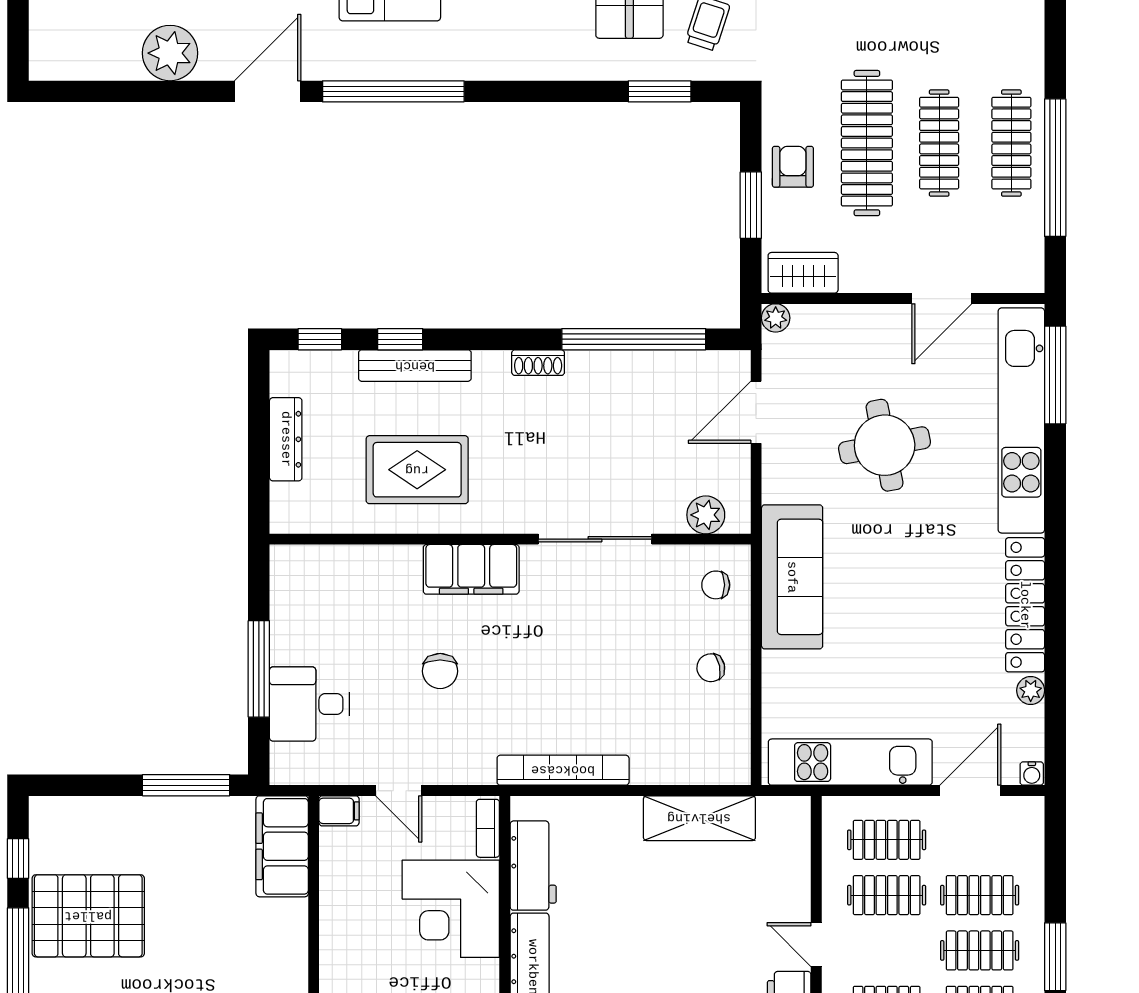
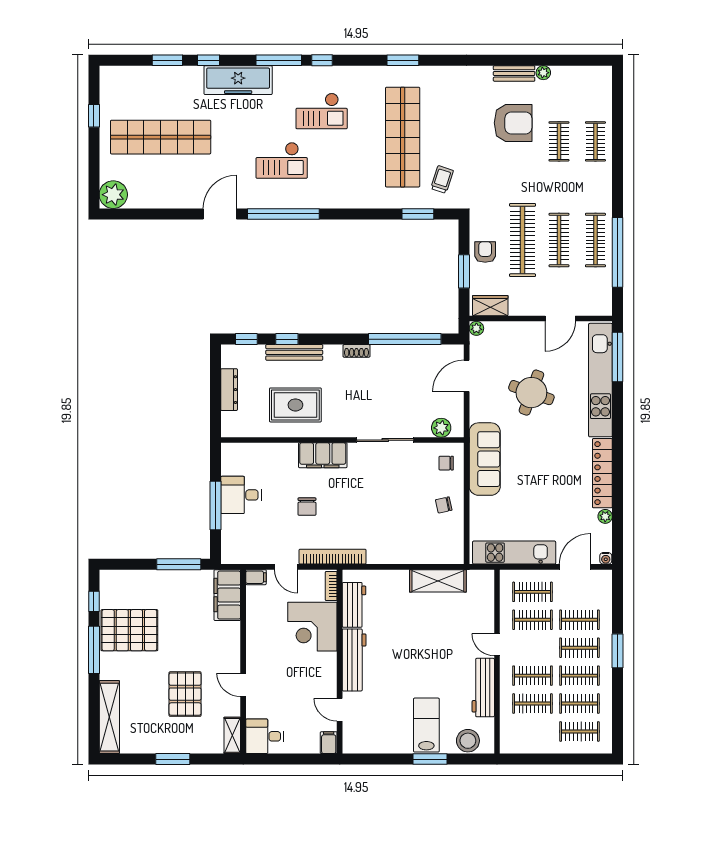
plant: (170, 53) -> (113, 195), moved
round table: (885, 445) -> (531, 393), turned 31
desk: (309, 704) -> (241, 495), moved
bookcase: (563, 770) -> (333, 557), moved

